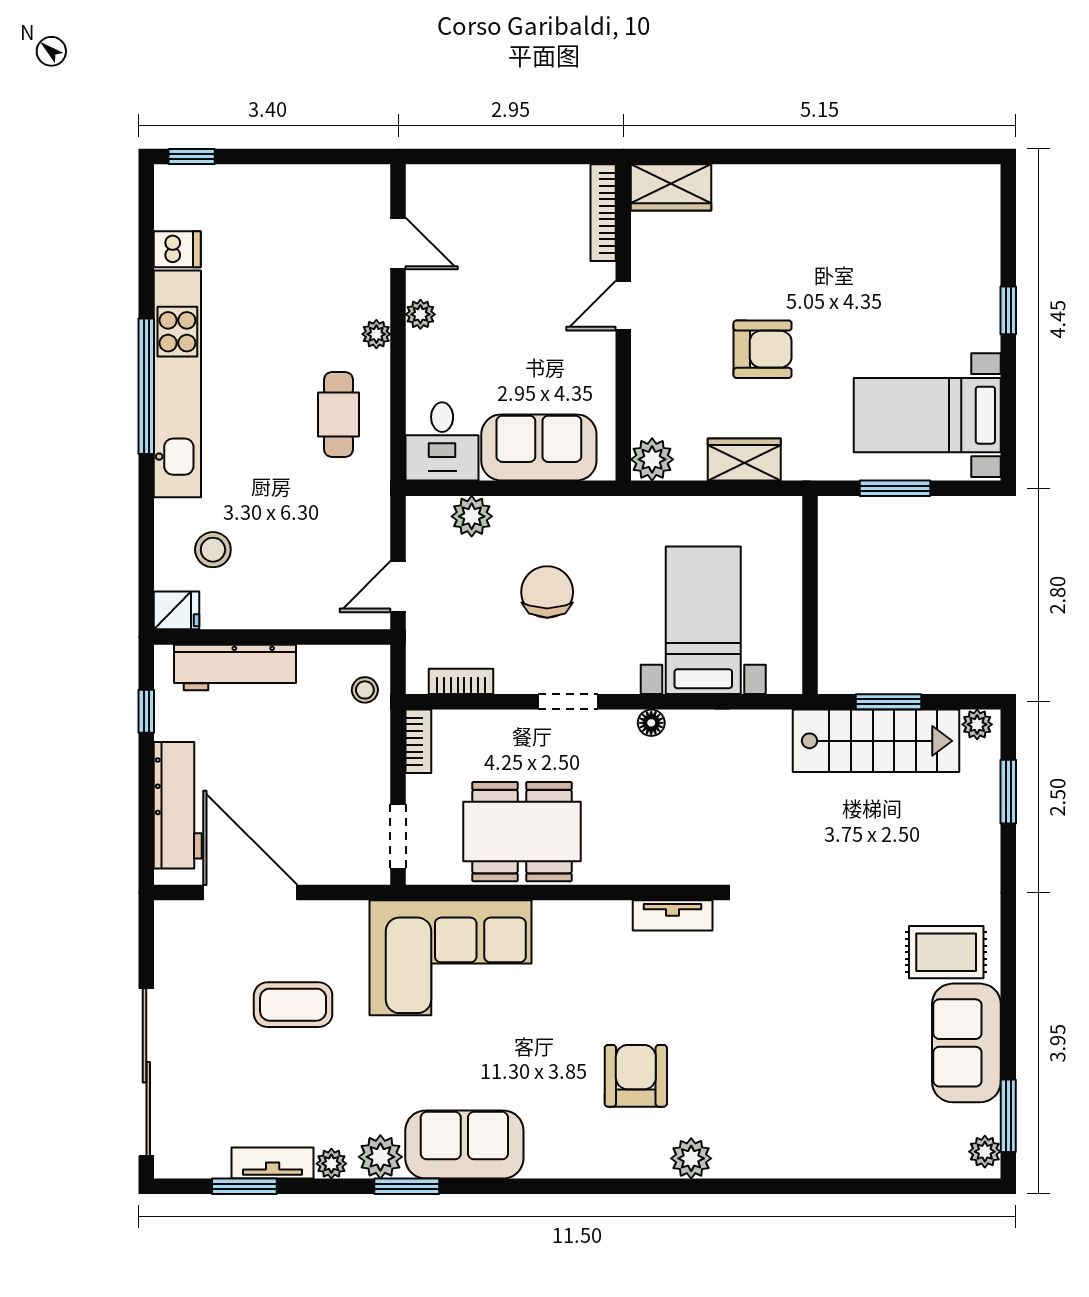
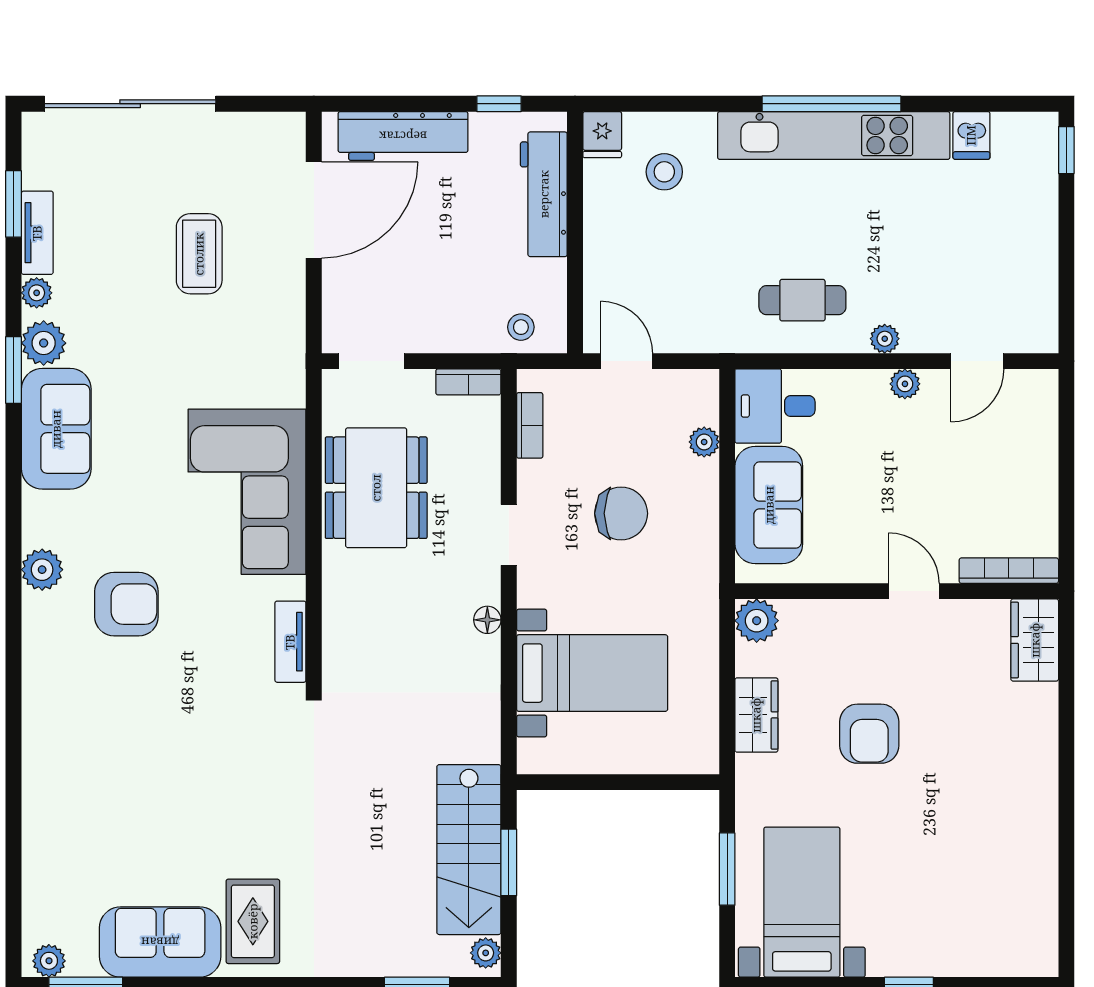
plant: (472, 516) -> (704, 442), width x0.73, depth x0.73
corner sofa: (450, 958) -> (247, 492), moved
plant: (691, 1158) -> (42, 570), moved

